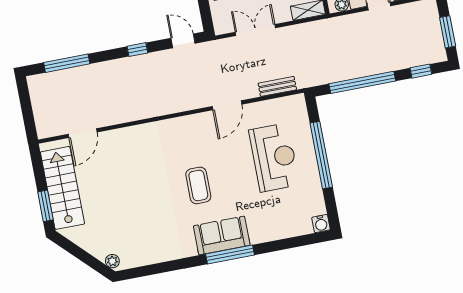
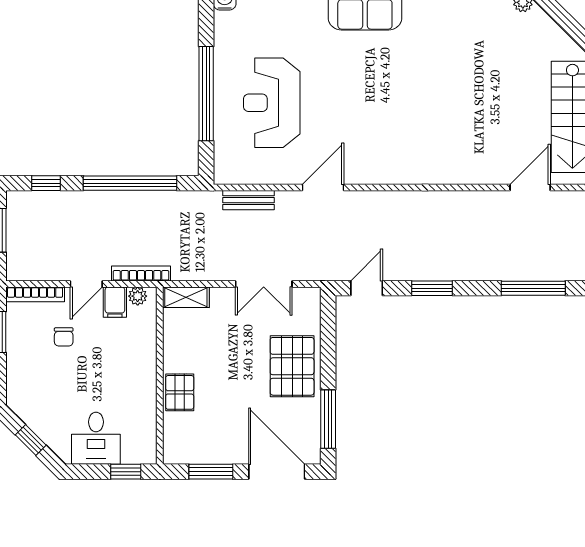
bookcase: (342, 21) -> (141, 273), added
door: (183, 41) -> (367, 288), swing flipped
window: (137, 50) -> (432, 288), width x1.50
coffee table: (198, 185) -> (384, 84), removed

